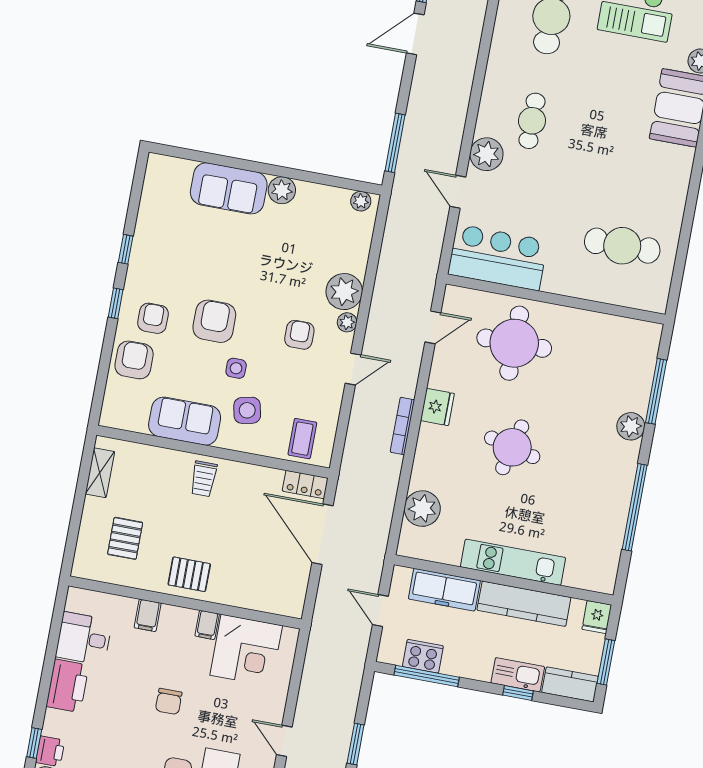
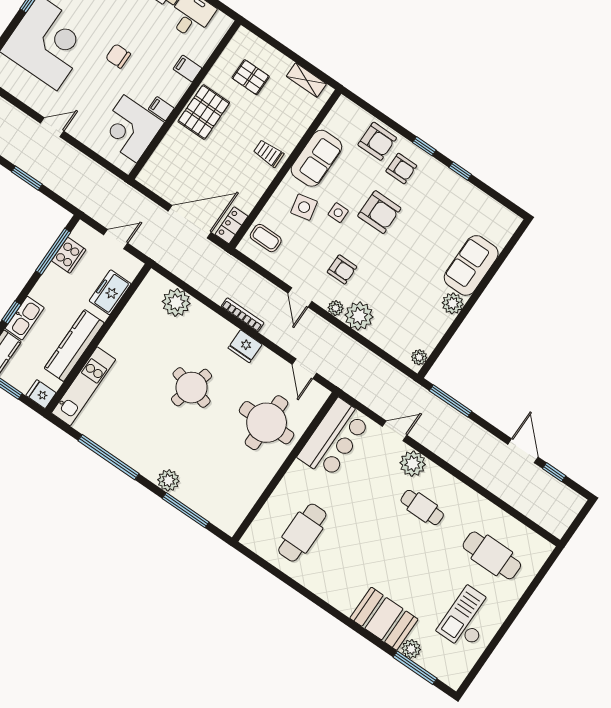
kitchen unit: (513, 562) -> (84, 386), moved
pallet: (189, 574) -> (204, 112), width x1.50, depth x1.42
freezer: (444, 590) -> (110, 292), width x0.71

